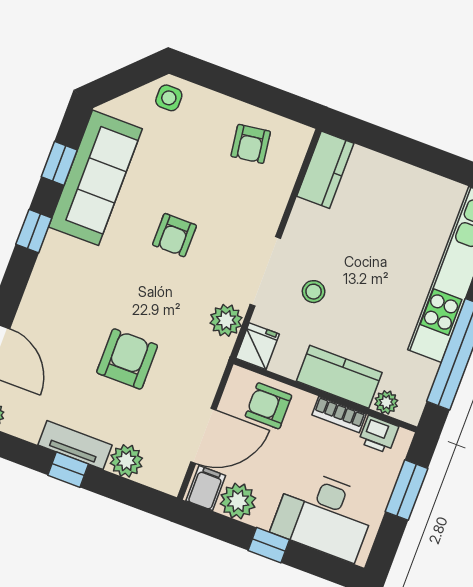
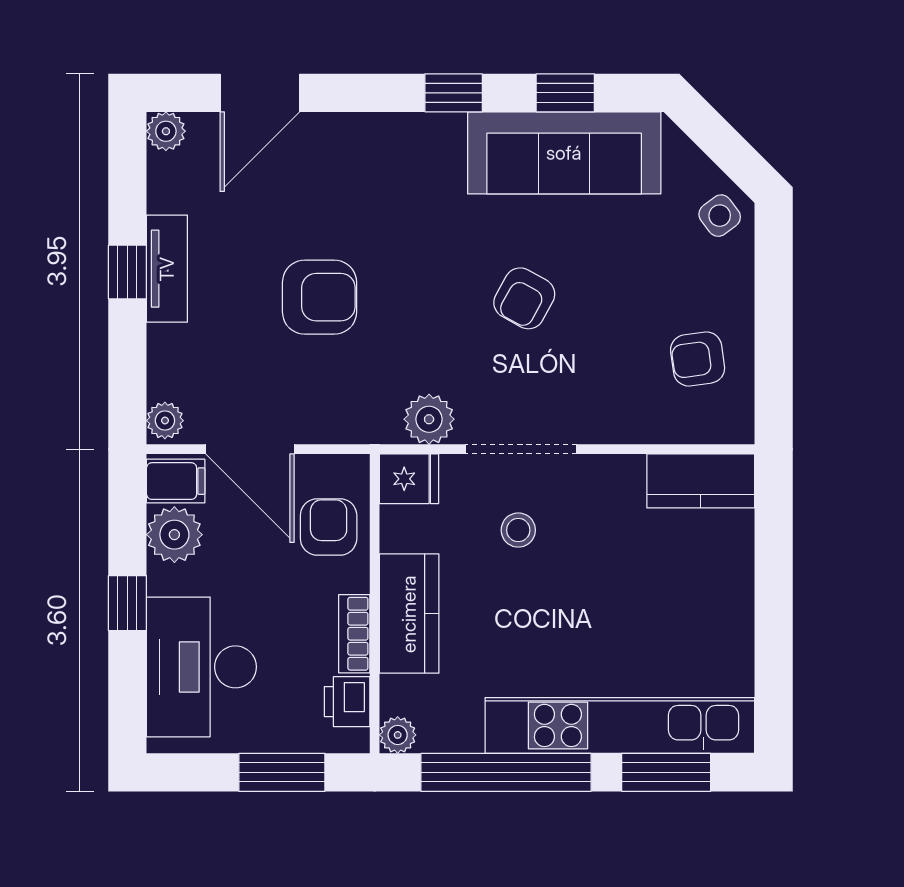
side table: (169, 98) -> (720, 216), turned -37
armchair: (174, 235) -> (524, 298), turned -61
plant: (386, 402) -> (398, 735), moved
plant: (126, 461) -> (165, 421), moved, width x0.73, depth x0.73

